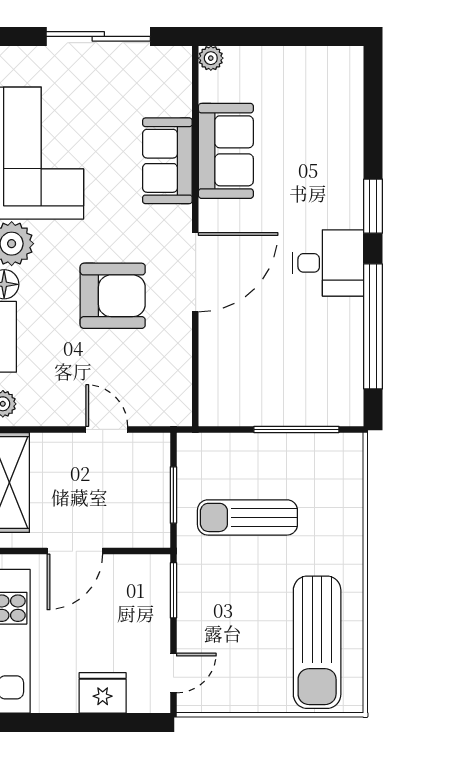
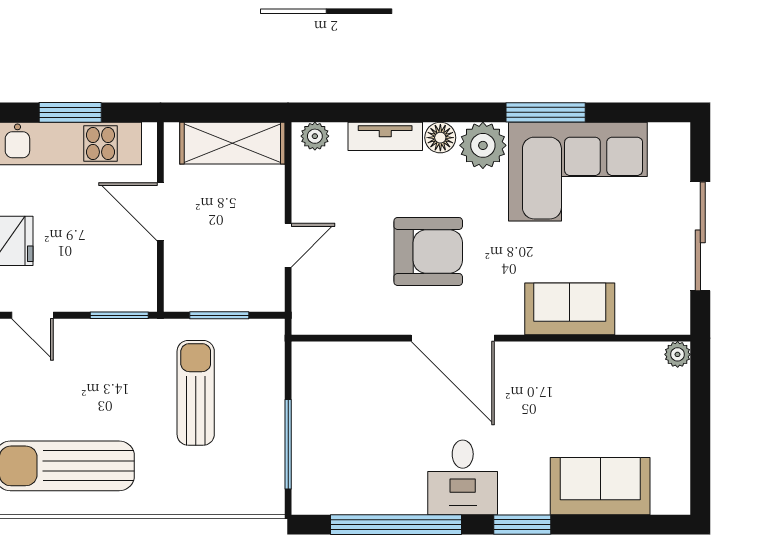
sofa: (226, 151) -> (600, 486), moved, turned 180
armchair: (113, 296) -> (428, 251), turned -90

